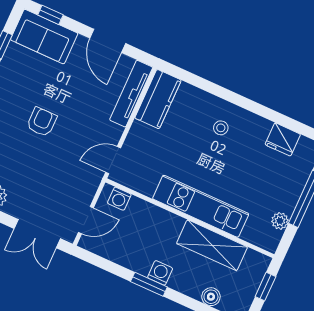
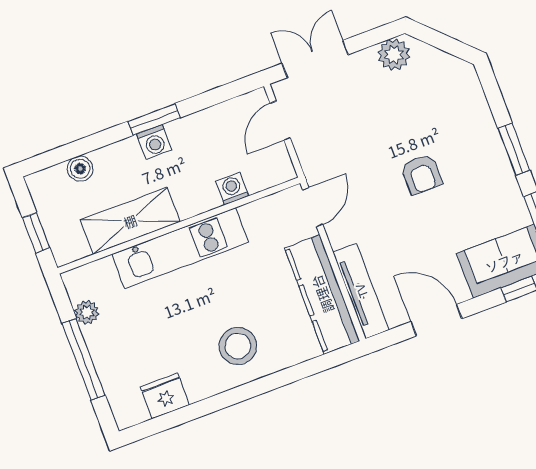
kitchen counter: (158, 99) -> (322, 294), width x1.50
stool: (221, 128) -> (238, 346), width x1.89, depth x1.89
washing machine: (119, 199) -> (232, 189), moved

